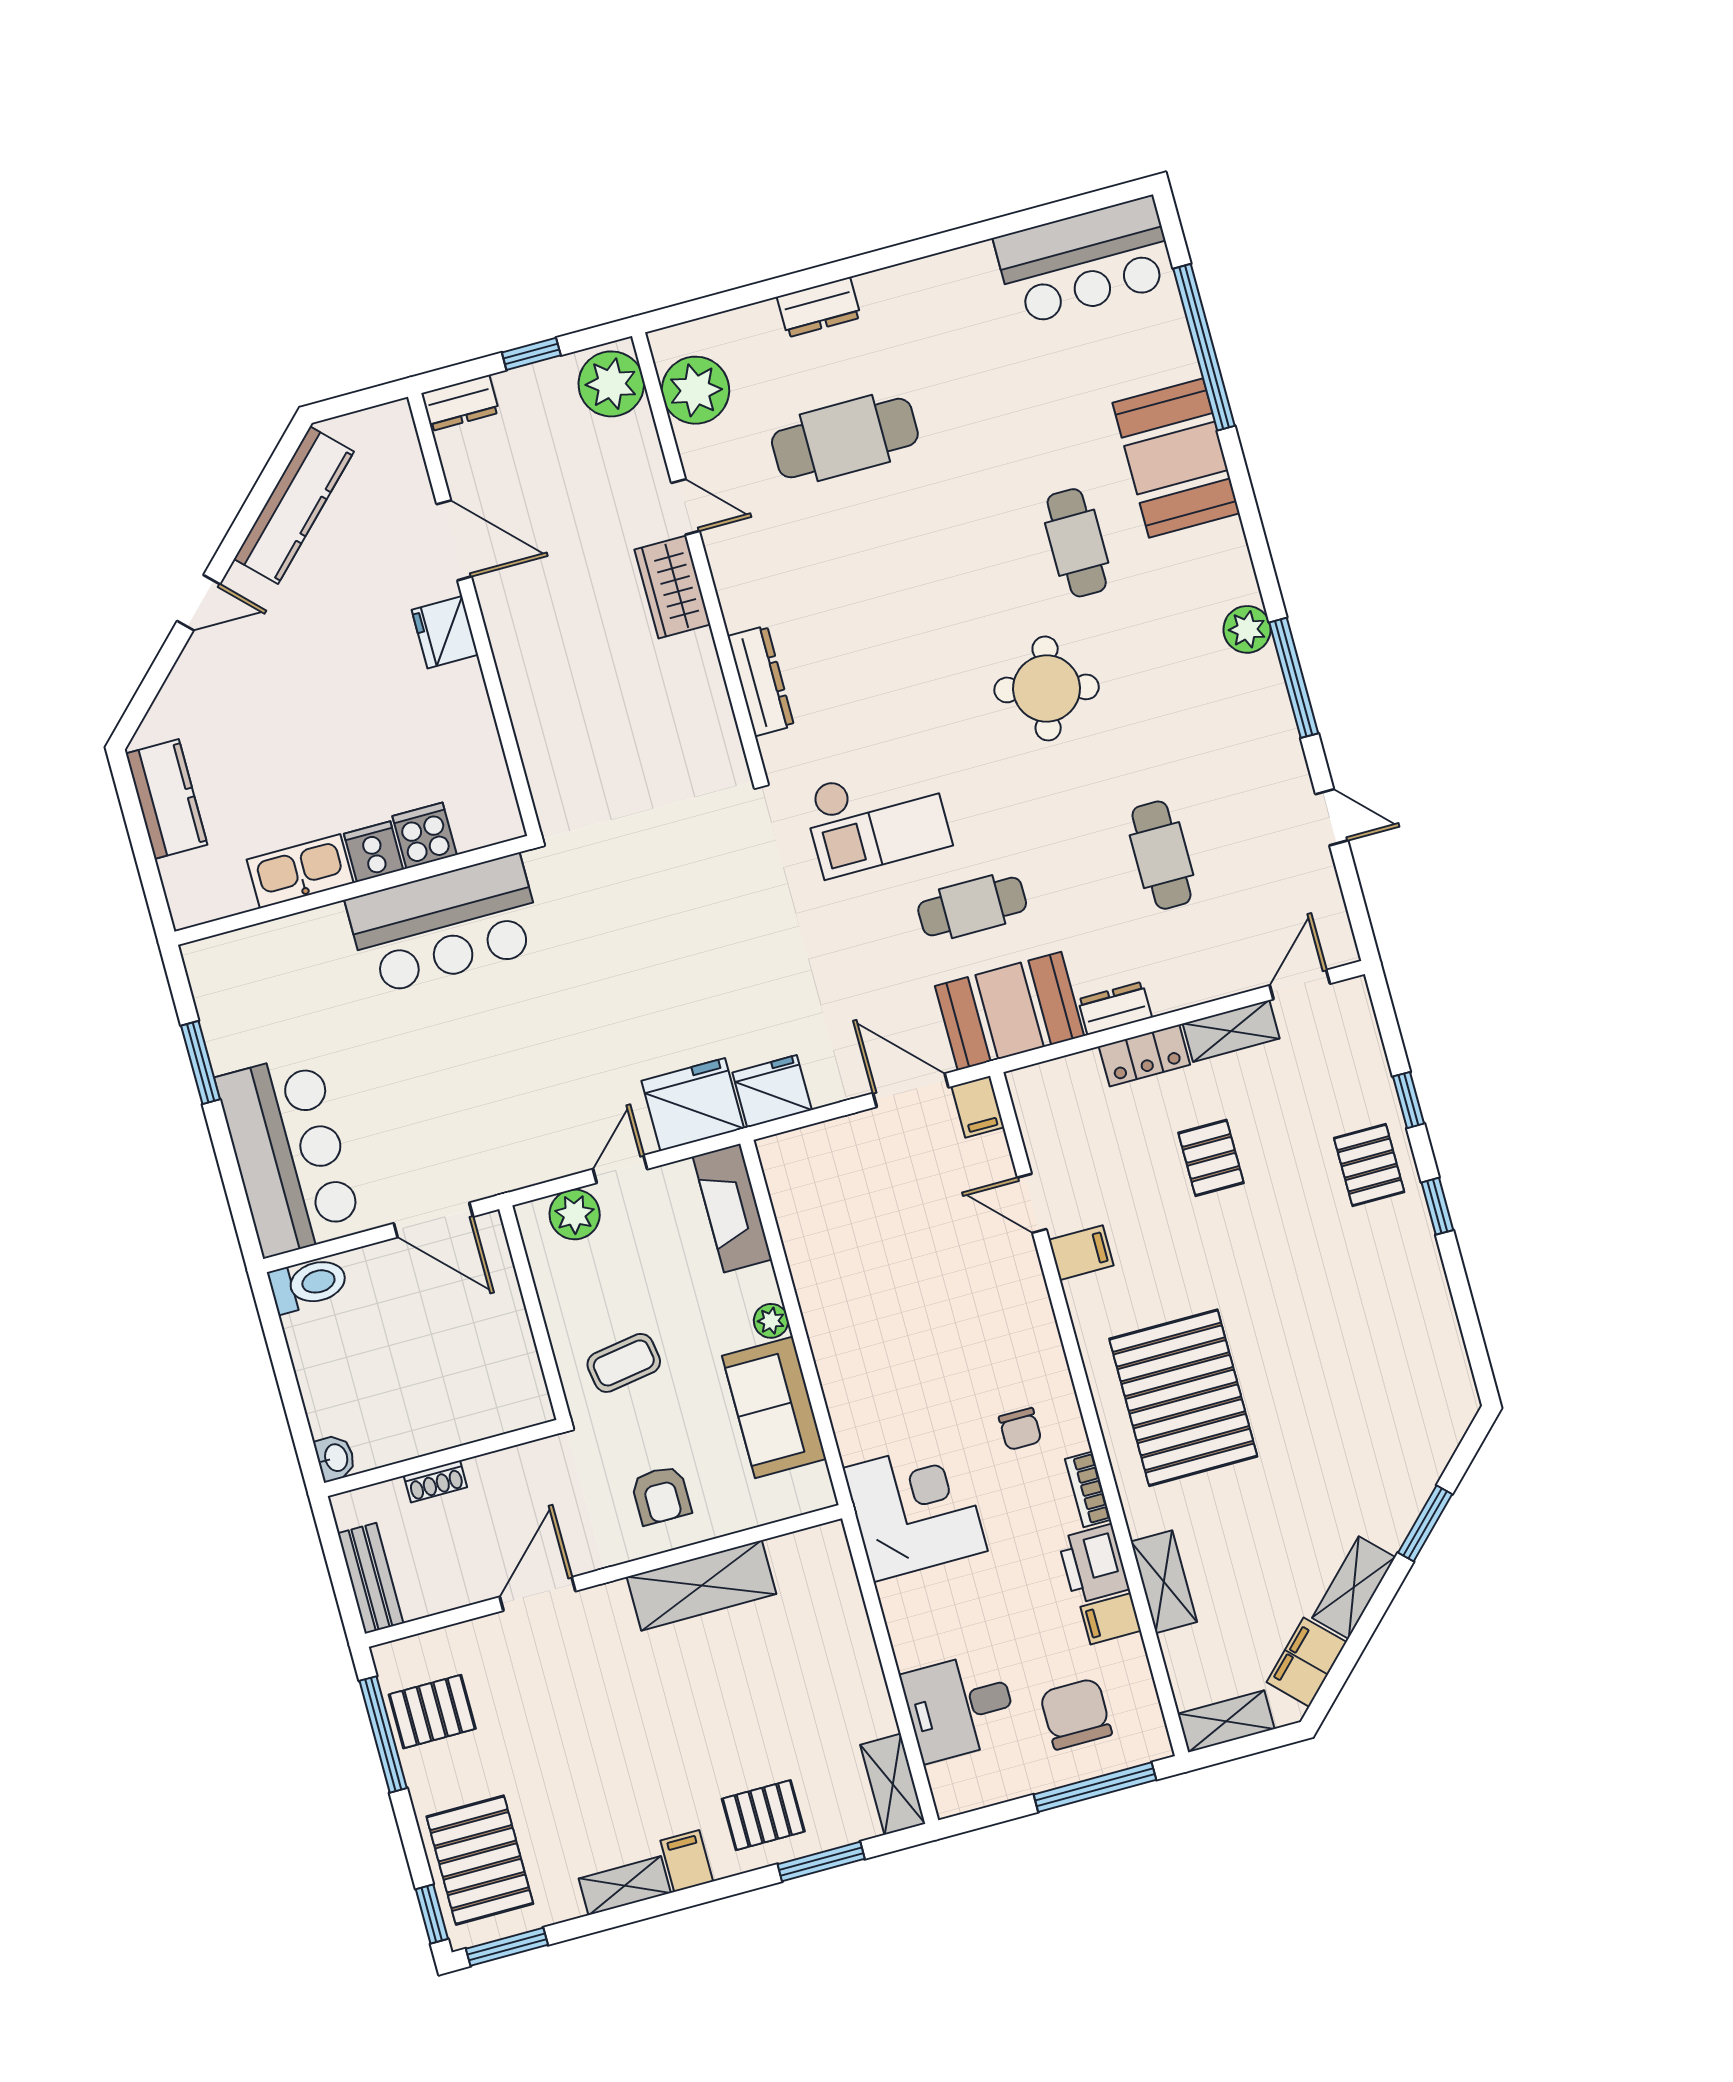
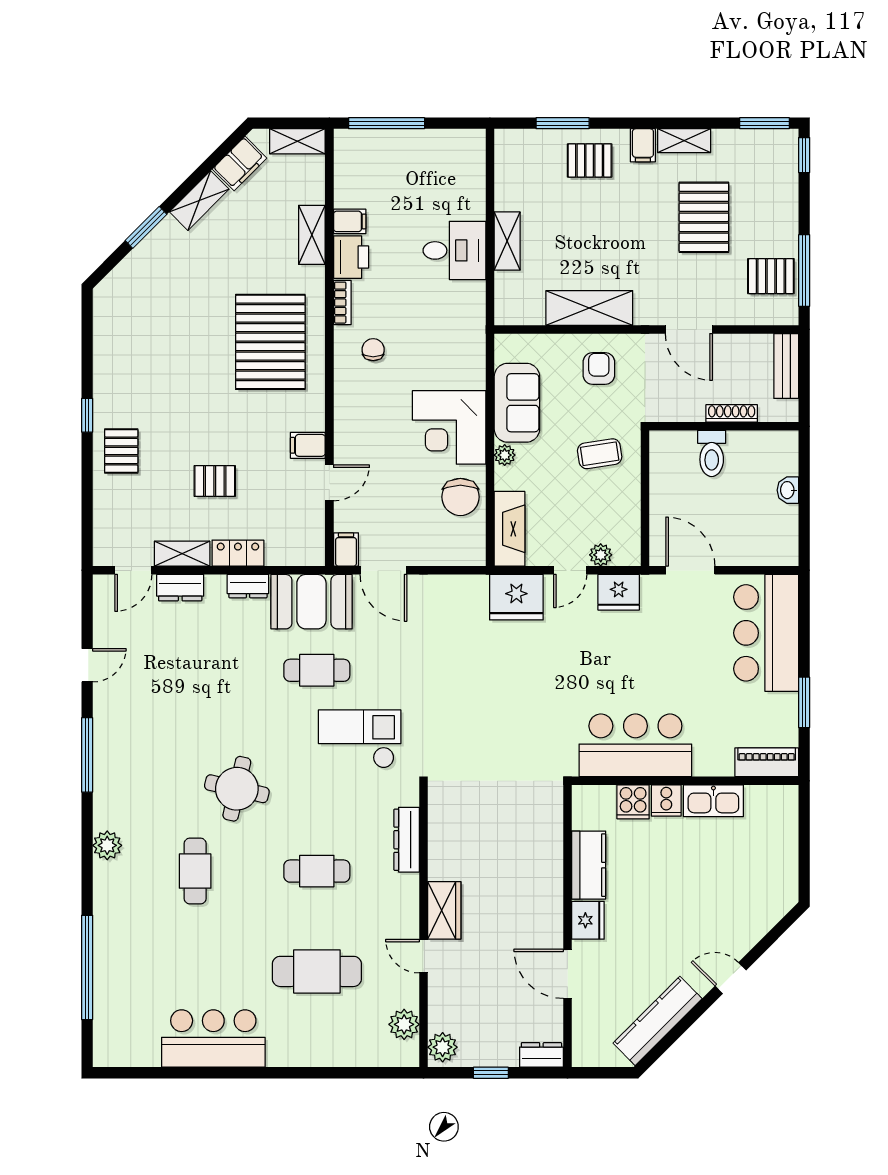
bar counter: (1085, 261) -> (213, 1039), moved
dresser: (819, 307) -> (180, 588), moved, turned 180
plant: (611, 384) -> (443, 1047), width x0.73, depth x0.73
plant: (696, 390) -> (404, 1024), width x0.73, depth x0.73
booth: (1176, 458) -> (122, 906), removed
plant: (1247, 629) -> (107, 845), moved
kitchen counter: (167, 799) -> (589, 865), moved, turned 180
door: (1332, 817) -> (87, 665), swing flipped
cafe table: (1162, 855) -> (317, 871), moved, turned 90
piano: (233, 954) -> (767, 762), added
fridge: (772, 1091) -> (619, 592), moved
window: (1408, 1100) -> (87, 483), removed
pallet: (1211, 1158) -> (215, 481), turned 90
door: (1032, 1203) -> (329, 483), hinge flipped
plant: (575, 1214) -> (601, 555), width x0.73, depth x0.73
toilet: (308, 1284) -> (712, 453), moved, turned -90
washbasin: (335, 1458) -> (788, 490), moved
shoe rack: (435, 1481) -> (732, 413), width x1.43
corner desk: (915, 1510) -> (449, 427), moved
door: (538, 1594) -> (689, 329), hinge flipped
desk: (960, 1707) -> (454, 250), moved
chair: (1076, 1714) -> (460, 497), moved
shelving: (893, 1784) -> (507, 241), moved
pallet: (480, 1860) -> (704, 217), moved

